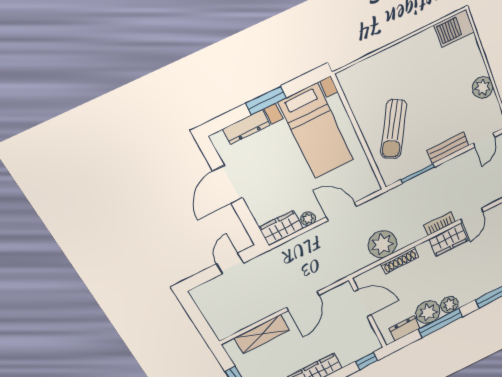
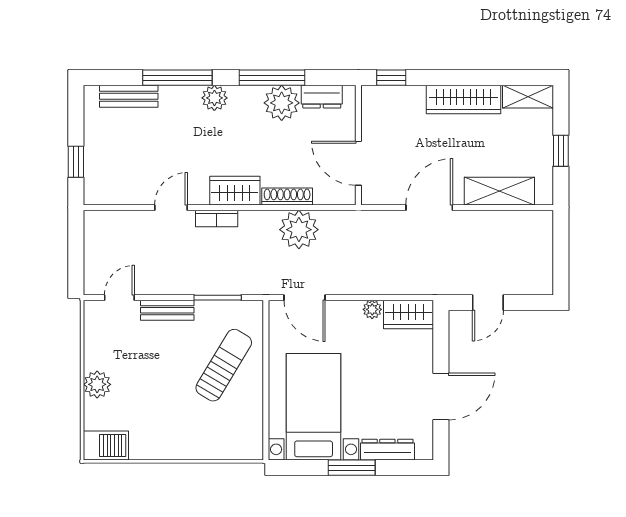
plant: (483, 87) -> (97, 384), moved
door: (341, 212) -> (304, 298), moved
wardrobe: (448, 240) -> (235, 191), moved
plant: (449, 305) -> (214, 98), moved

